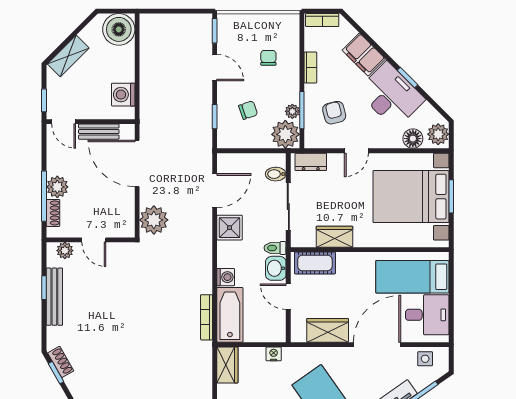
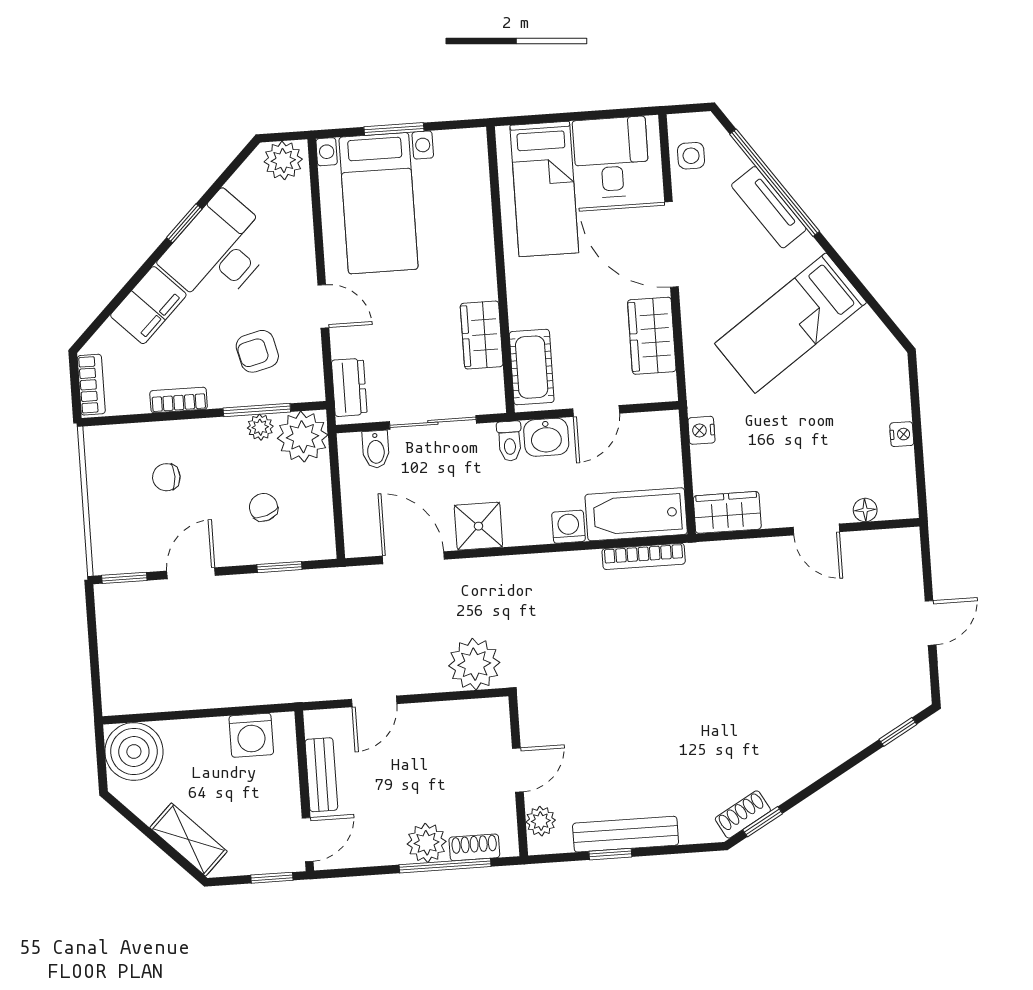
floor lamp: (413, 139) -> (294, 206), removed
door: (137, 164) -> (374, 701), width x0.53
bed with nightstands: (411, 197) -> (378, 203), width x0.73

